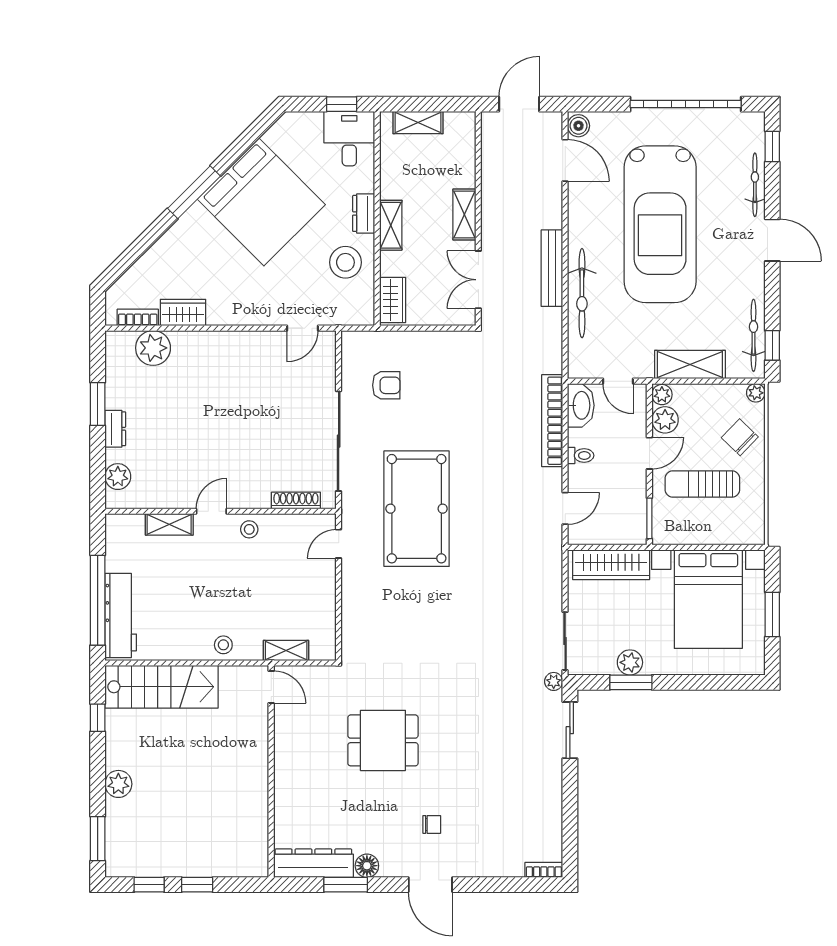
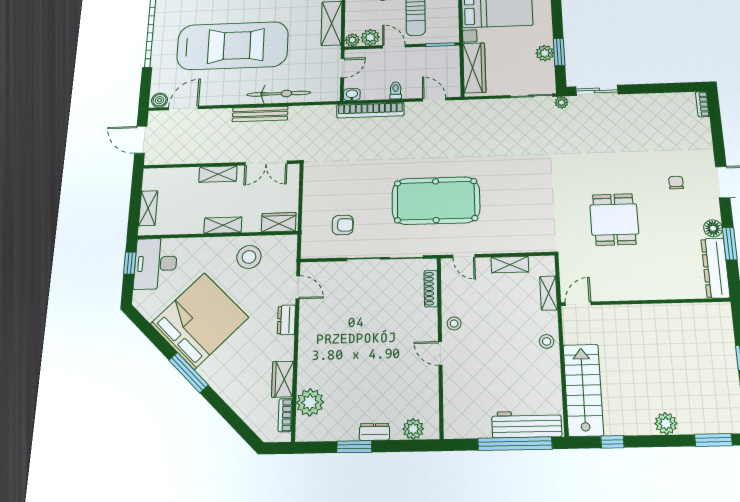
desk: (349, 139) -> (156, 264), width x1.37
dresser: (364, 213) -> (286, 320), moved, turned 90
armchair: (386, 385) -> (343, 225), turned 90
washbasin: (581, 405) -> (352, 95), width x0.52, depth x0.69
shelving: (169, 524) -> (510, 265), moved, turned 90

